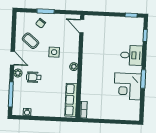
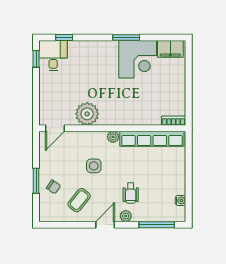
plant: (91, 49) -> (87, 114), added
desk: (132, 55) -> (53, 56), moved
row of seats: (71, 100) -> (152, 139), width x1.36
filing cabinet: (134, 110) -> (170, 49), added

